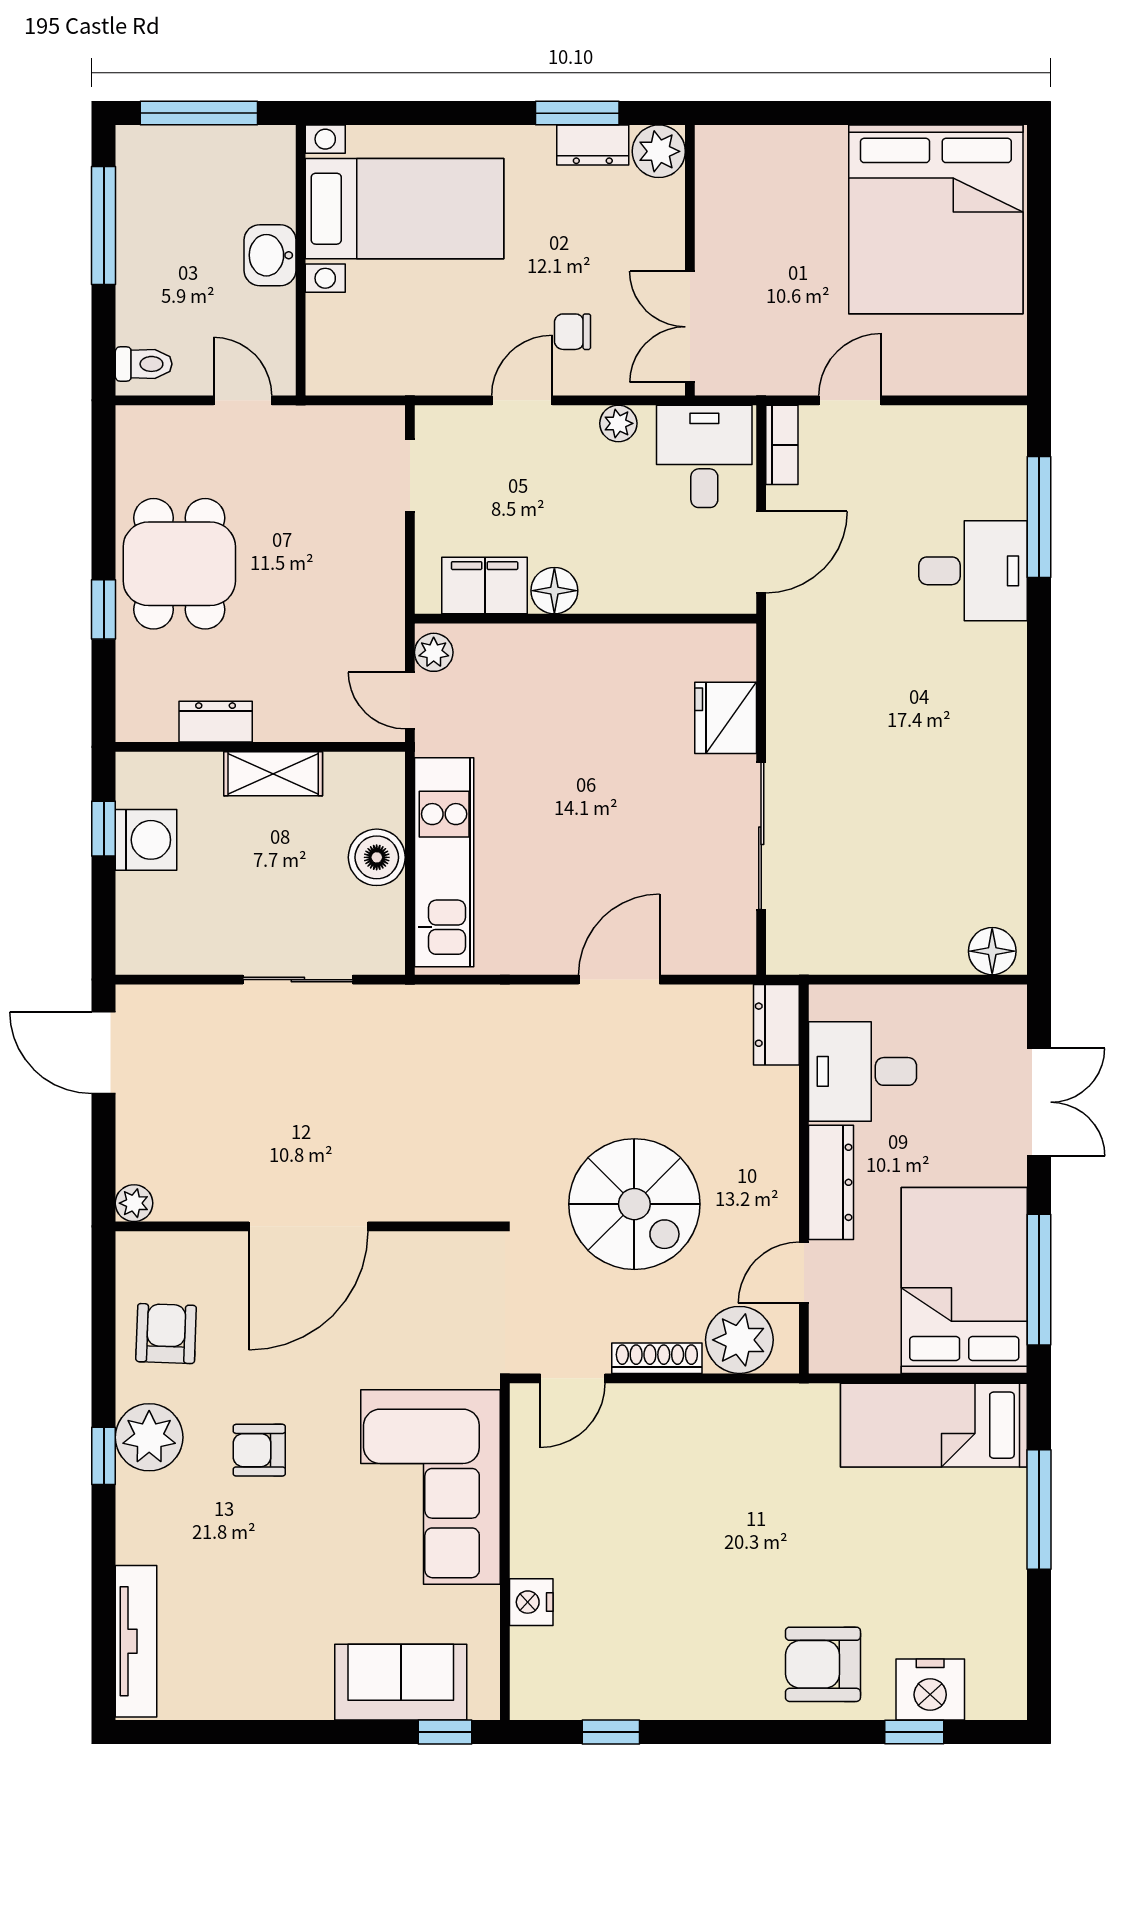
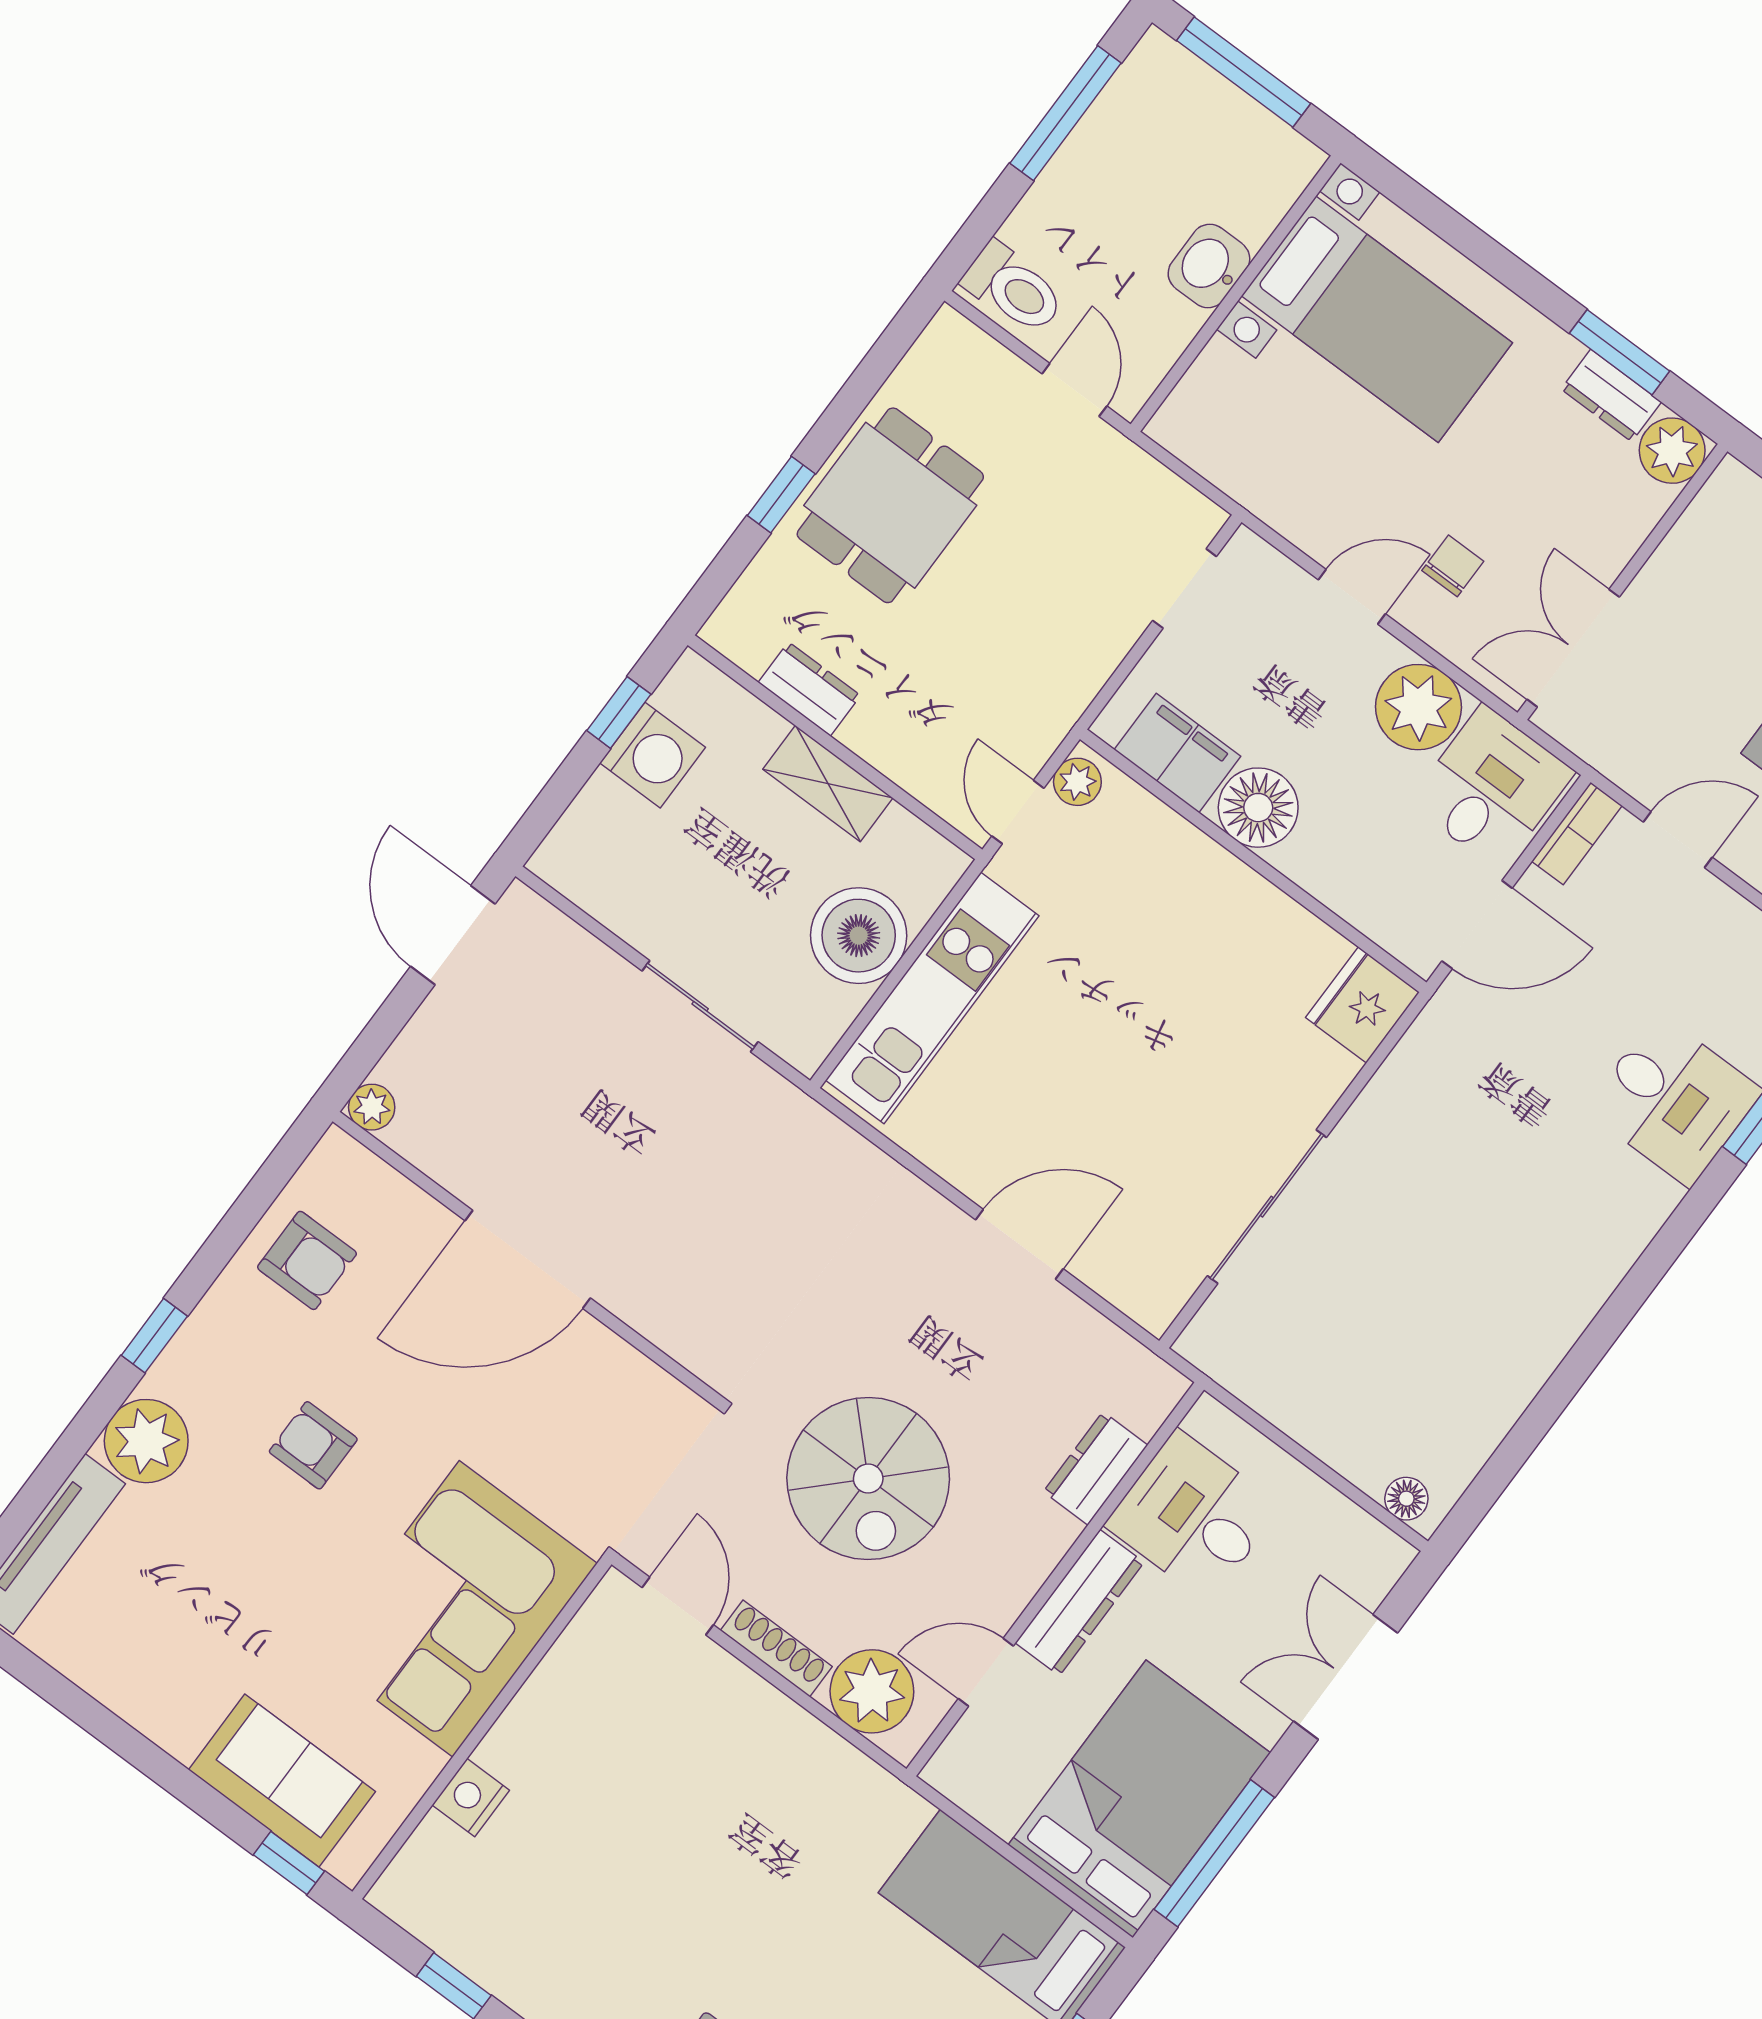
chair: (572, 332) -> (1453, 566), turned 90
toilet: (144, 364) -> (1014, 288), width x1.37, depth x1.39
plant: (618, 423) -> (1418, 707), width x1.87, depth x1.87
floor lamp: (554, 591) -> (1258, 808), width x1.38, depth x1.38
fridge: (726, 718) -> (1362, 1005), moved
boiler: (377, 857) -> (859, 936), width x1.37, depth x1.37
floor lamp: (992, 951) -> (1406, 1499), width x0.73, depth x0.73
dresser: (776, 1025) -> (1095, 1468), moved
double door: (1039, 1102) -> (1346, 1677), swing flipped
armchair: (166, 1334) -> (307, 1260), turned 88
door: (573, 1378) -> (678, 1606), swing flipped
plant: (149, 1437) -> (146, 1441), moved

